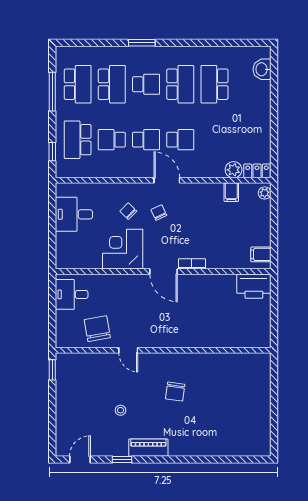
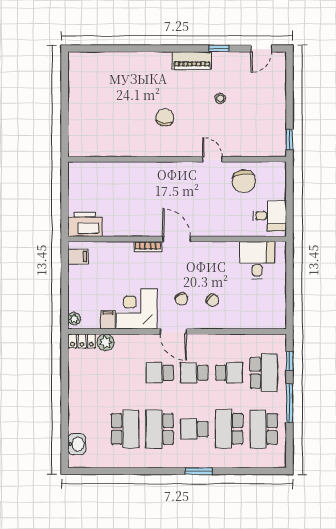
window: (52, 92) -> (289, 403), moved
desk: (74, 214) -> (257, 260), moved, turned -90
corner desk: (123, 249) -> (137, 309), moved, turned 180

